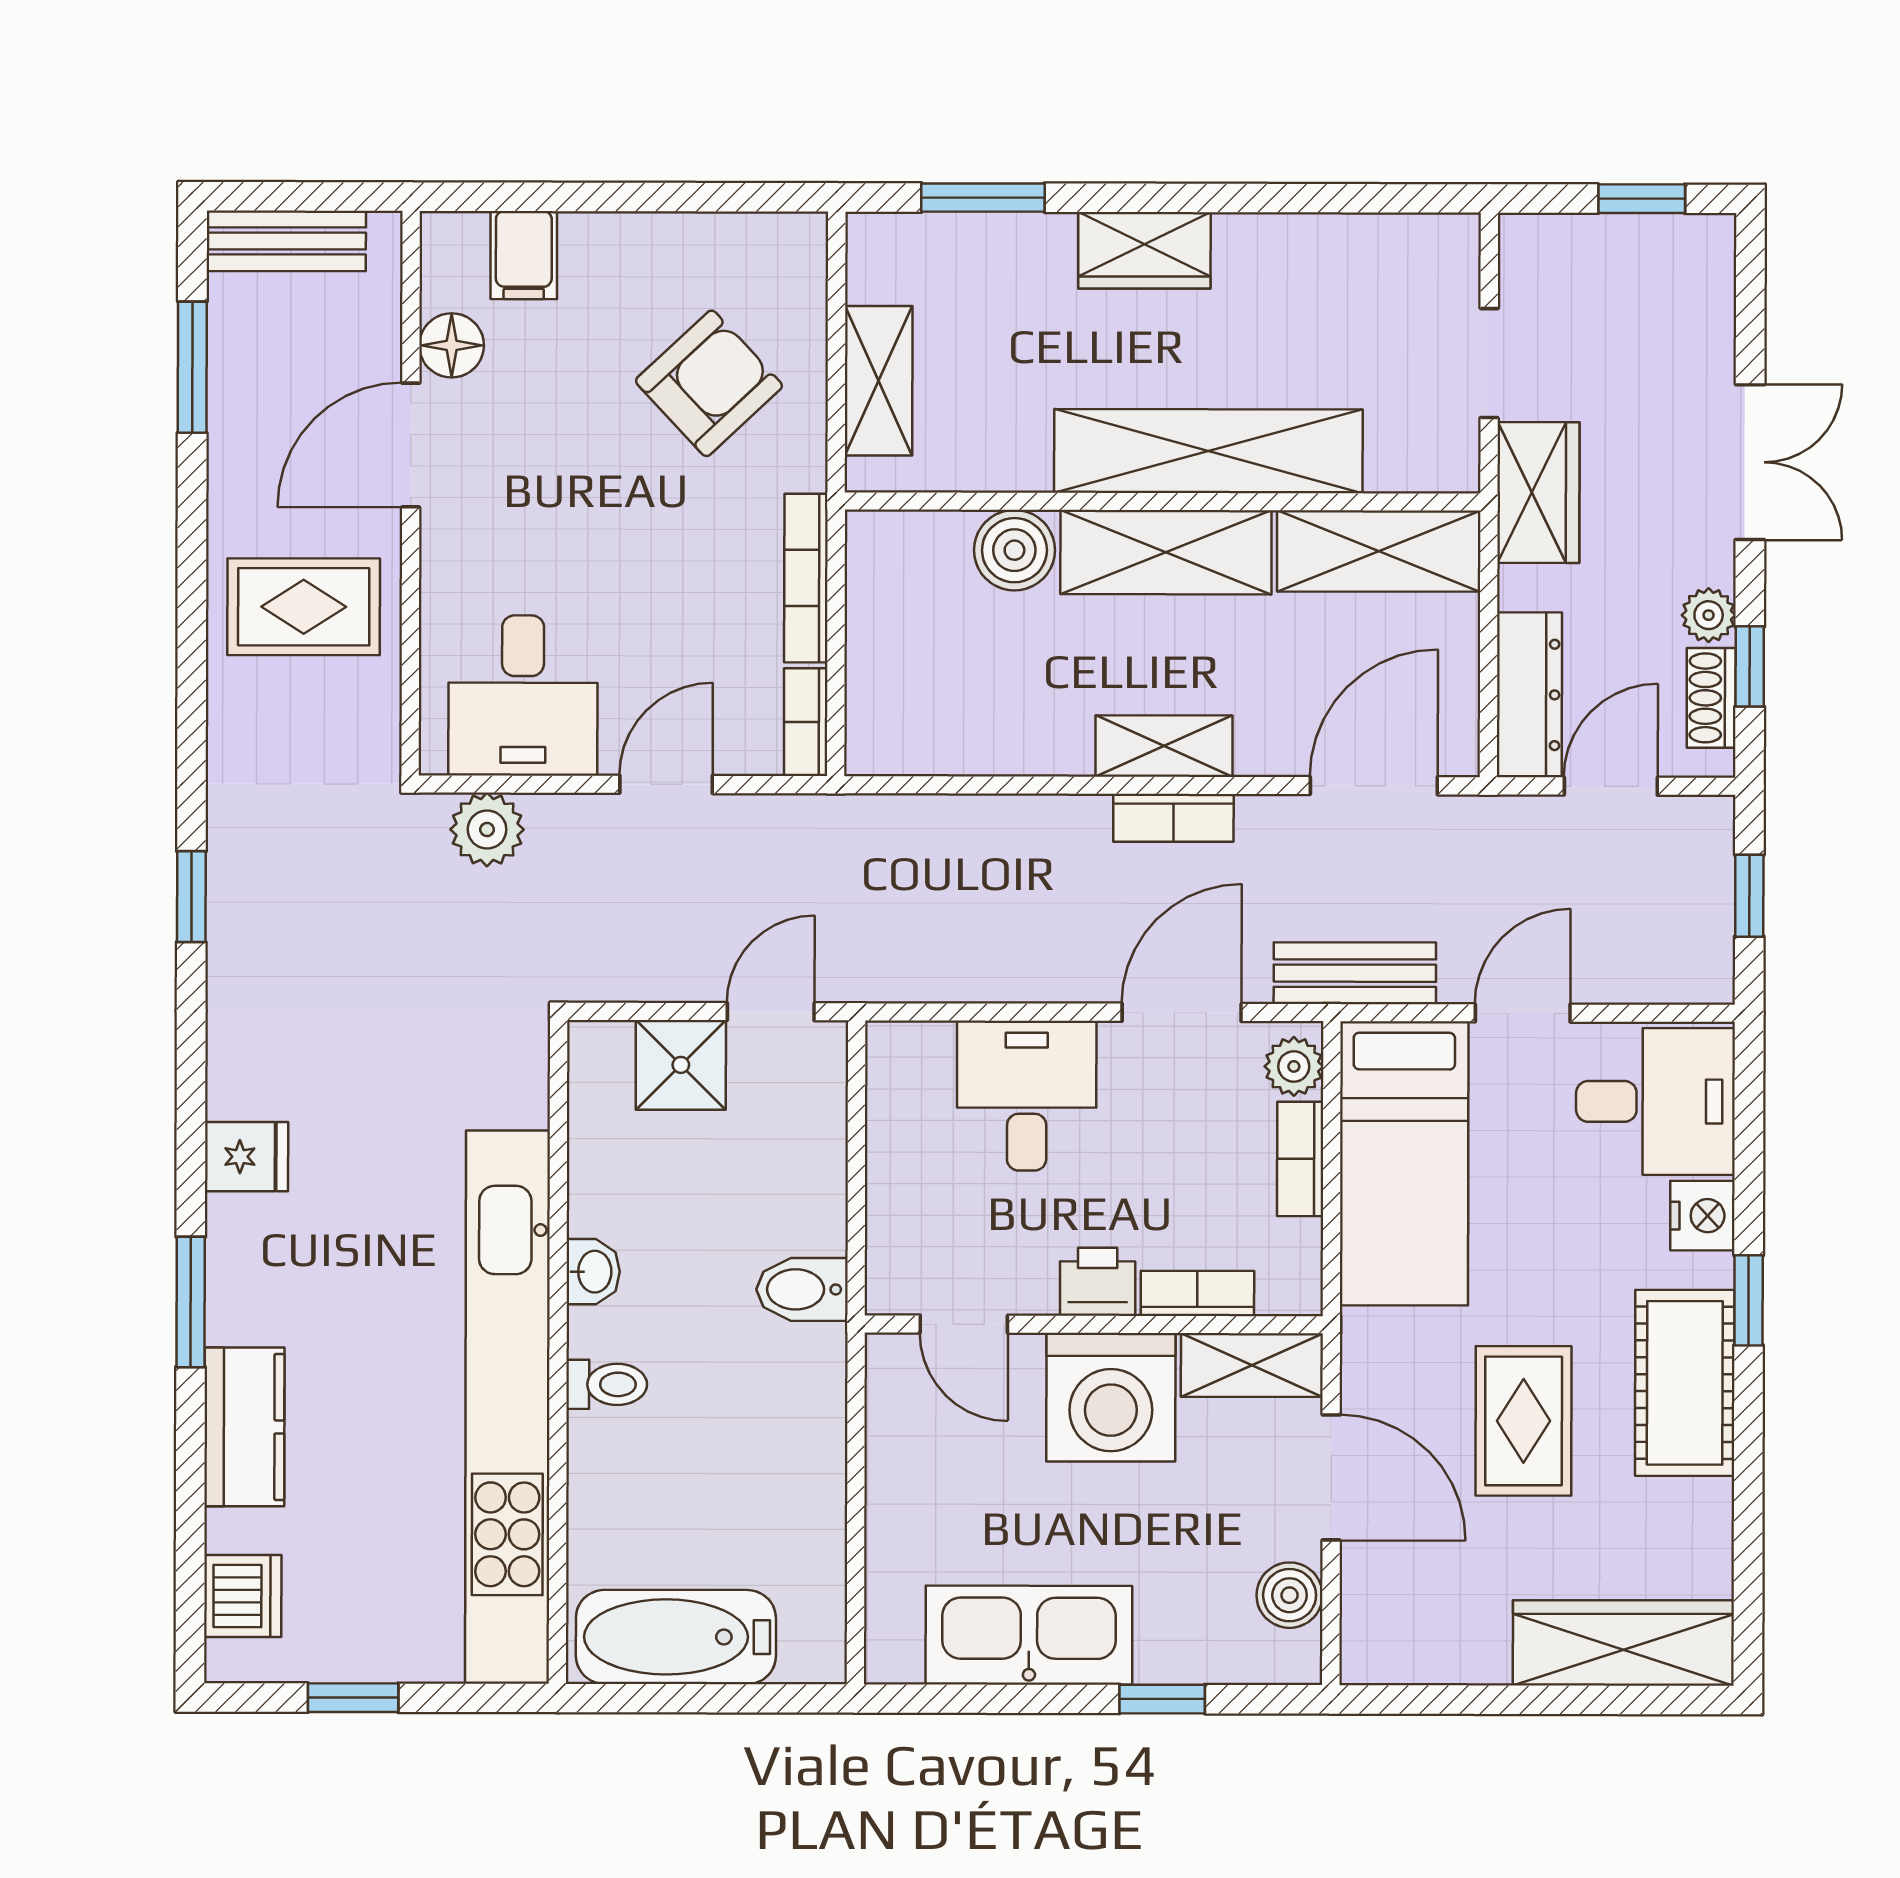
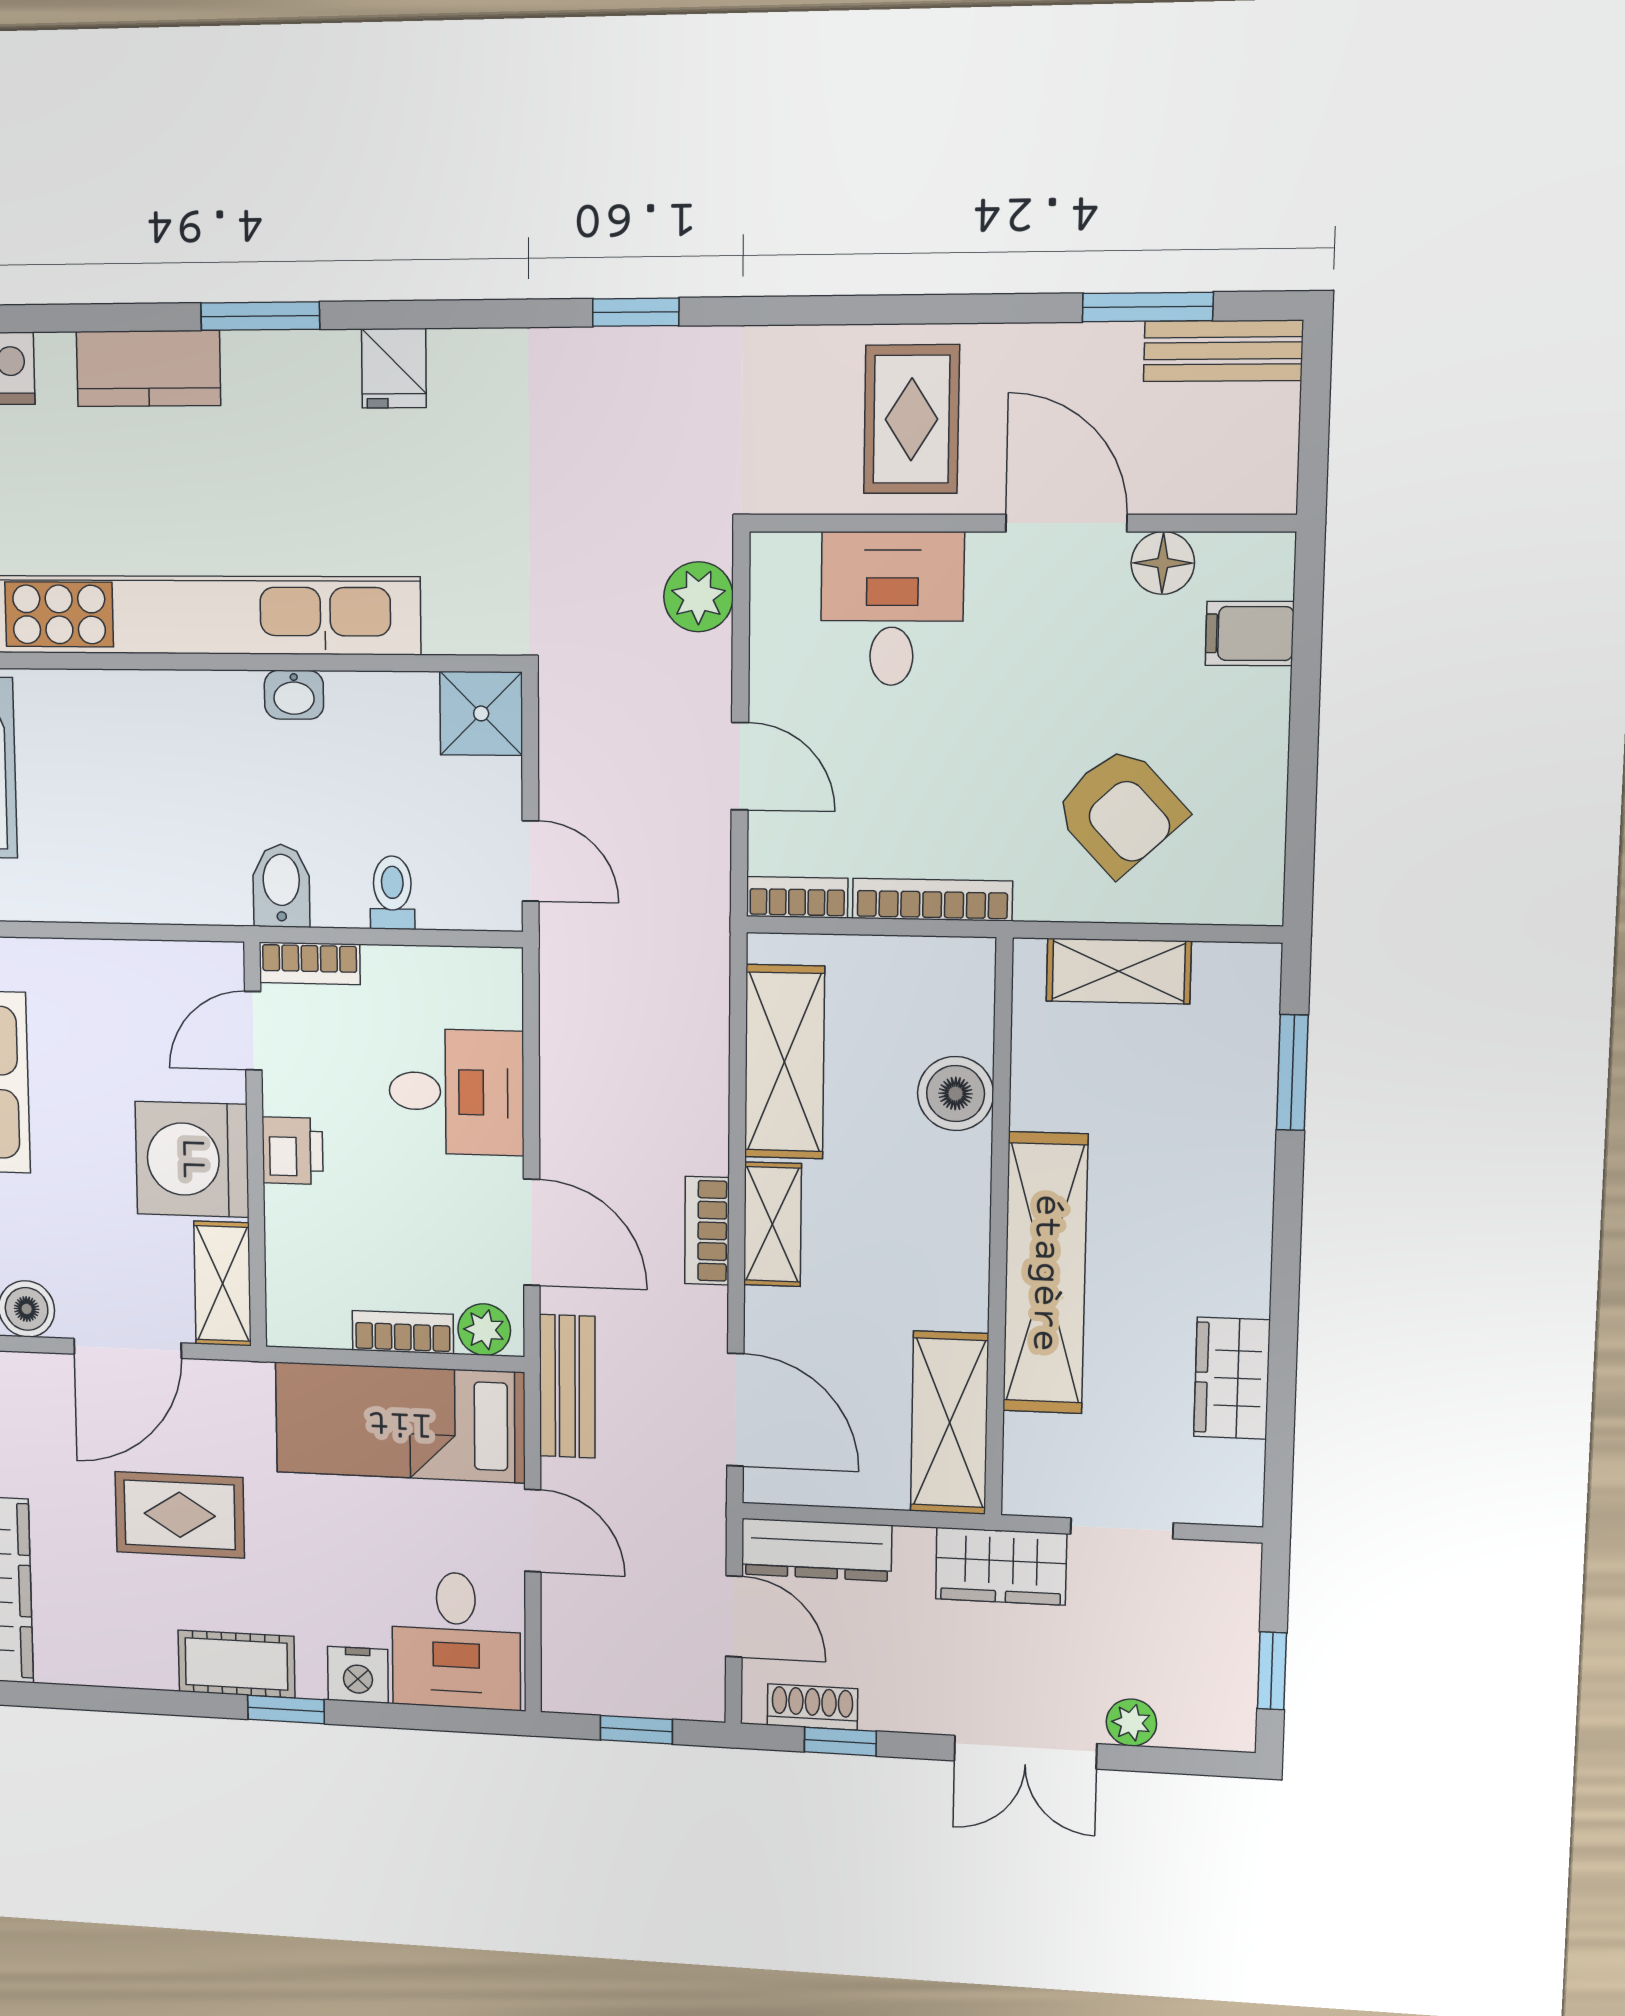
bench: (286, 241) -> (1223, 351), moved, turned 90
wardrobe: (1144, 250) -> (1232, 1378), moved
shelving: (1166, 552) -> (785, 1062), moved
plant: (1709, 615) -> (1131, 1723), moved
desk: (523, 695) -> (892, 609), moved, turned 90
shower: (681, 1065) -> (481, 713), moved
bookcase: (1197, 1293) -> (310, 963), moved, turned 90
cot: (1685, 1383) -> (236, 1664), width x0.73, depth x0.75
toilet: (607, 1384) -> (392, 893), moved, turned 180

